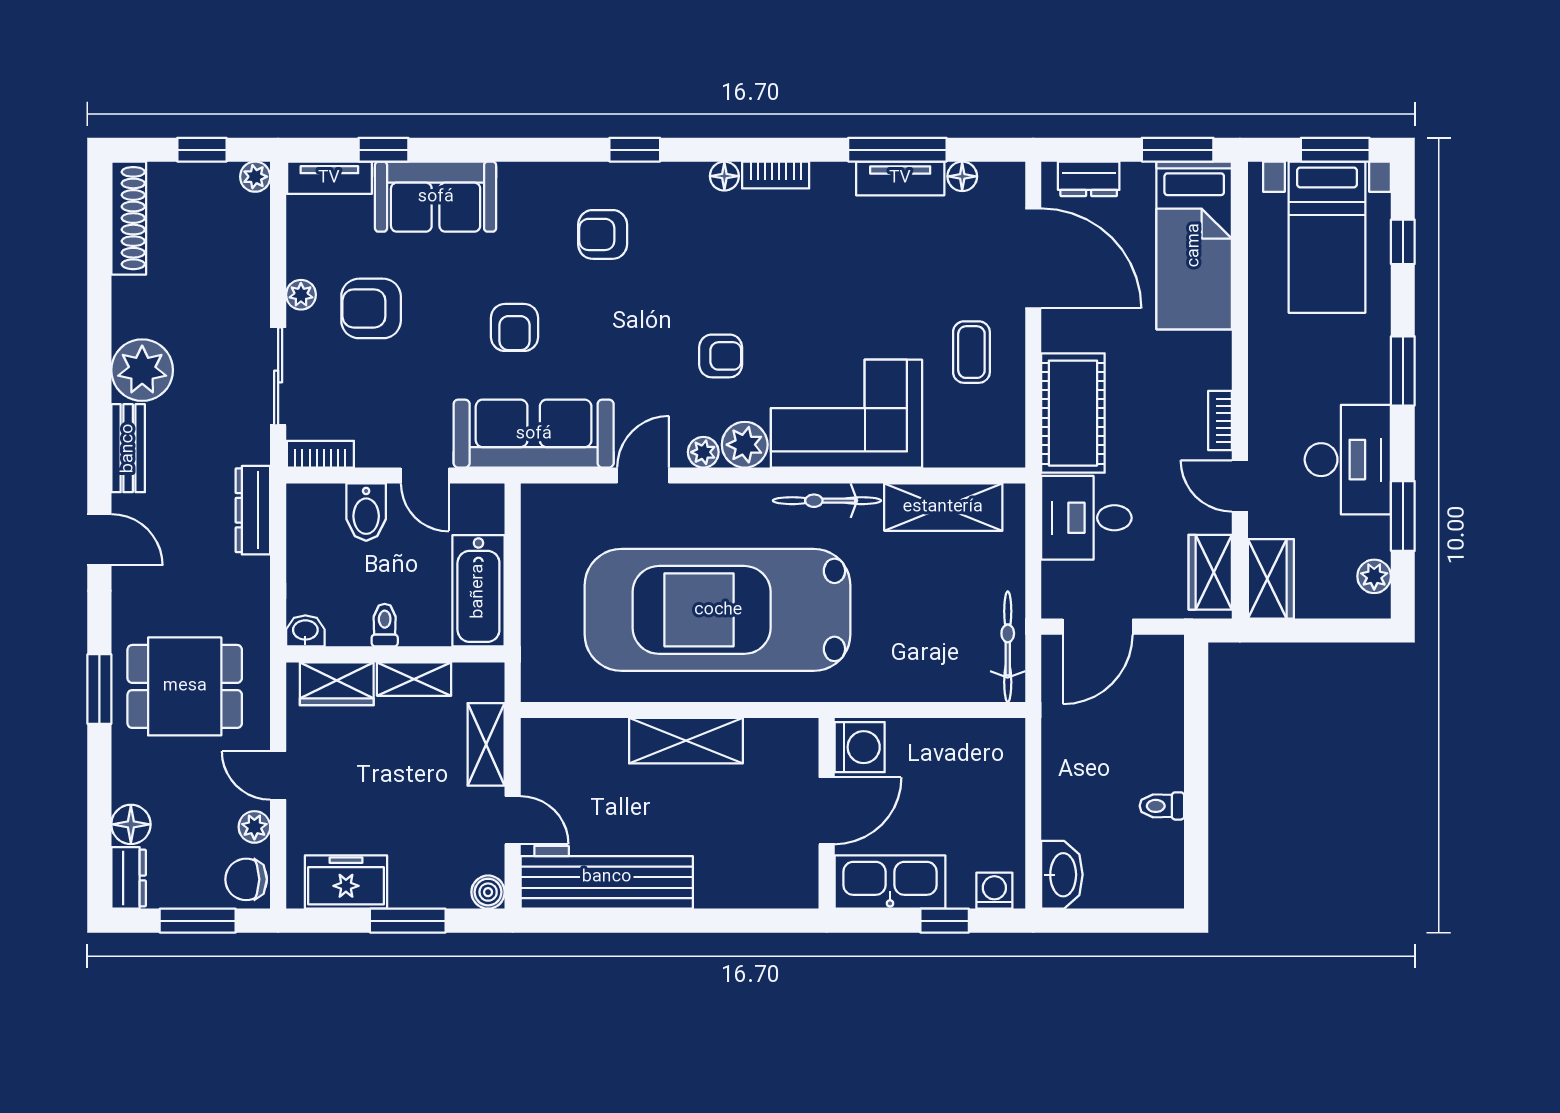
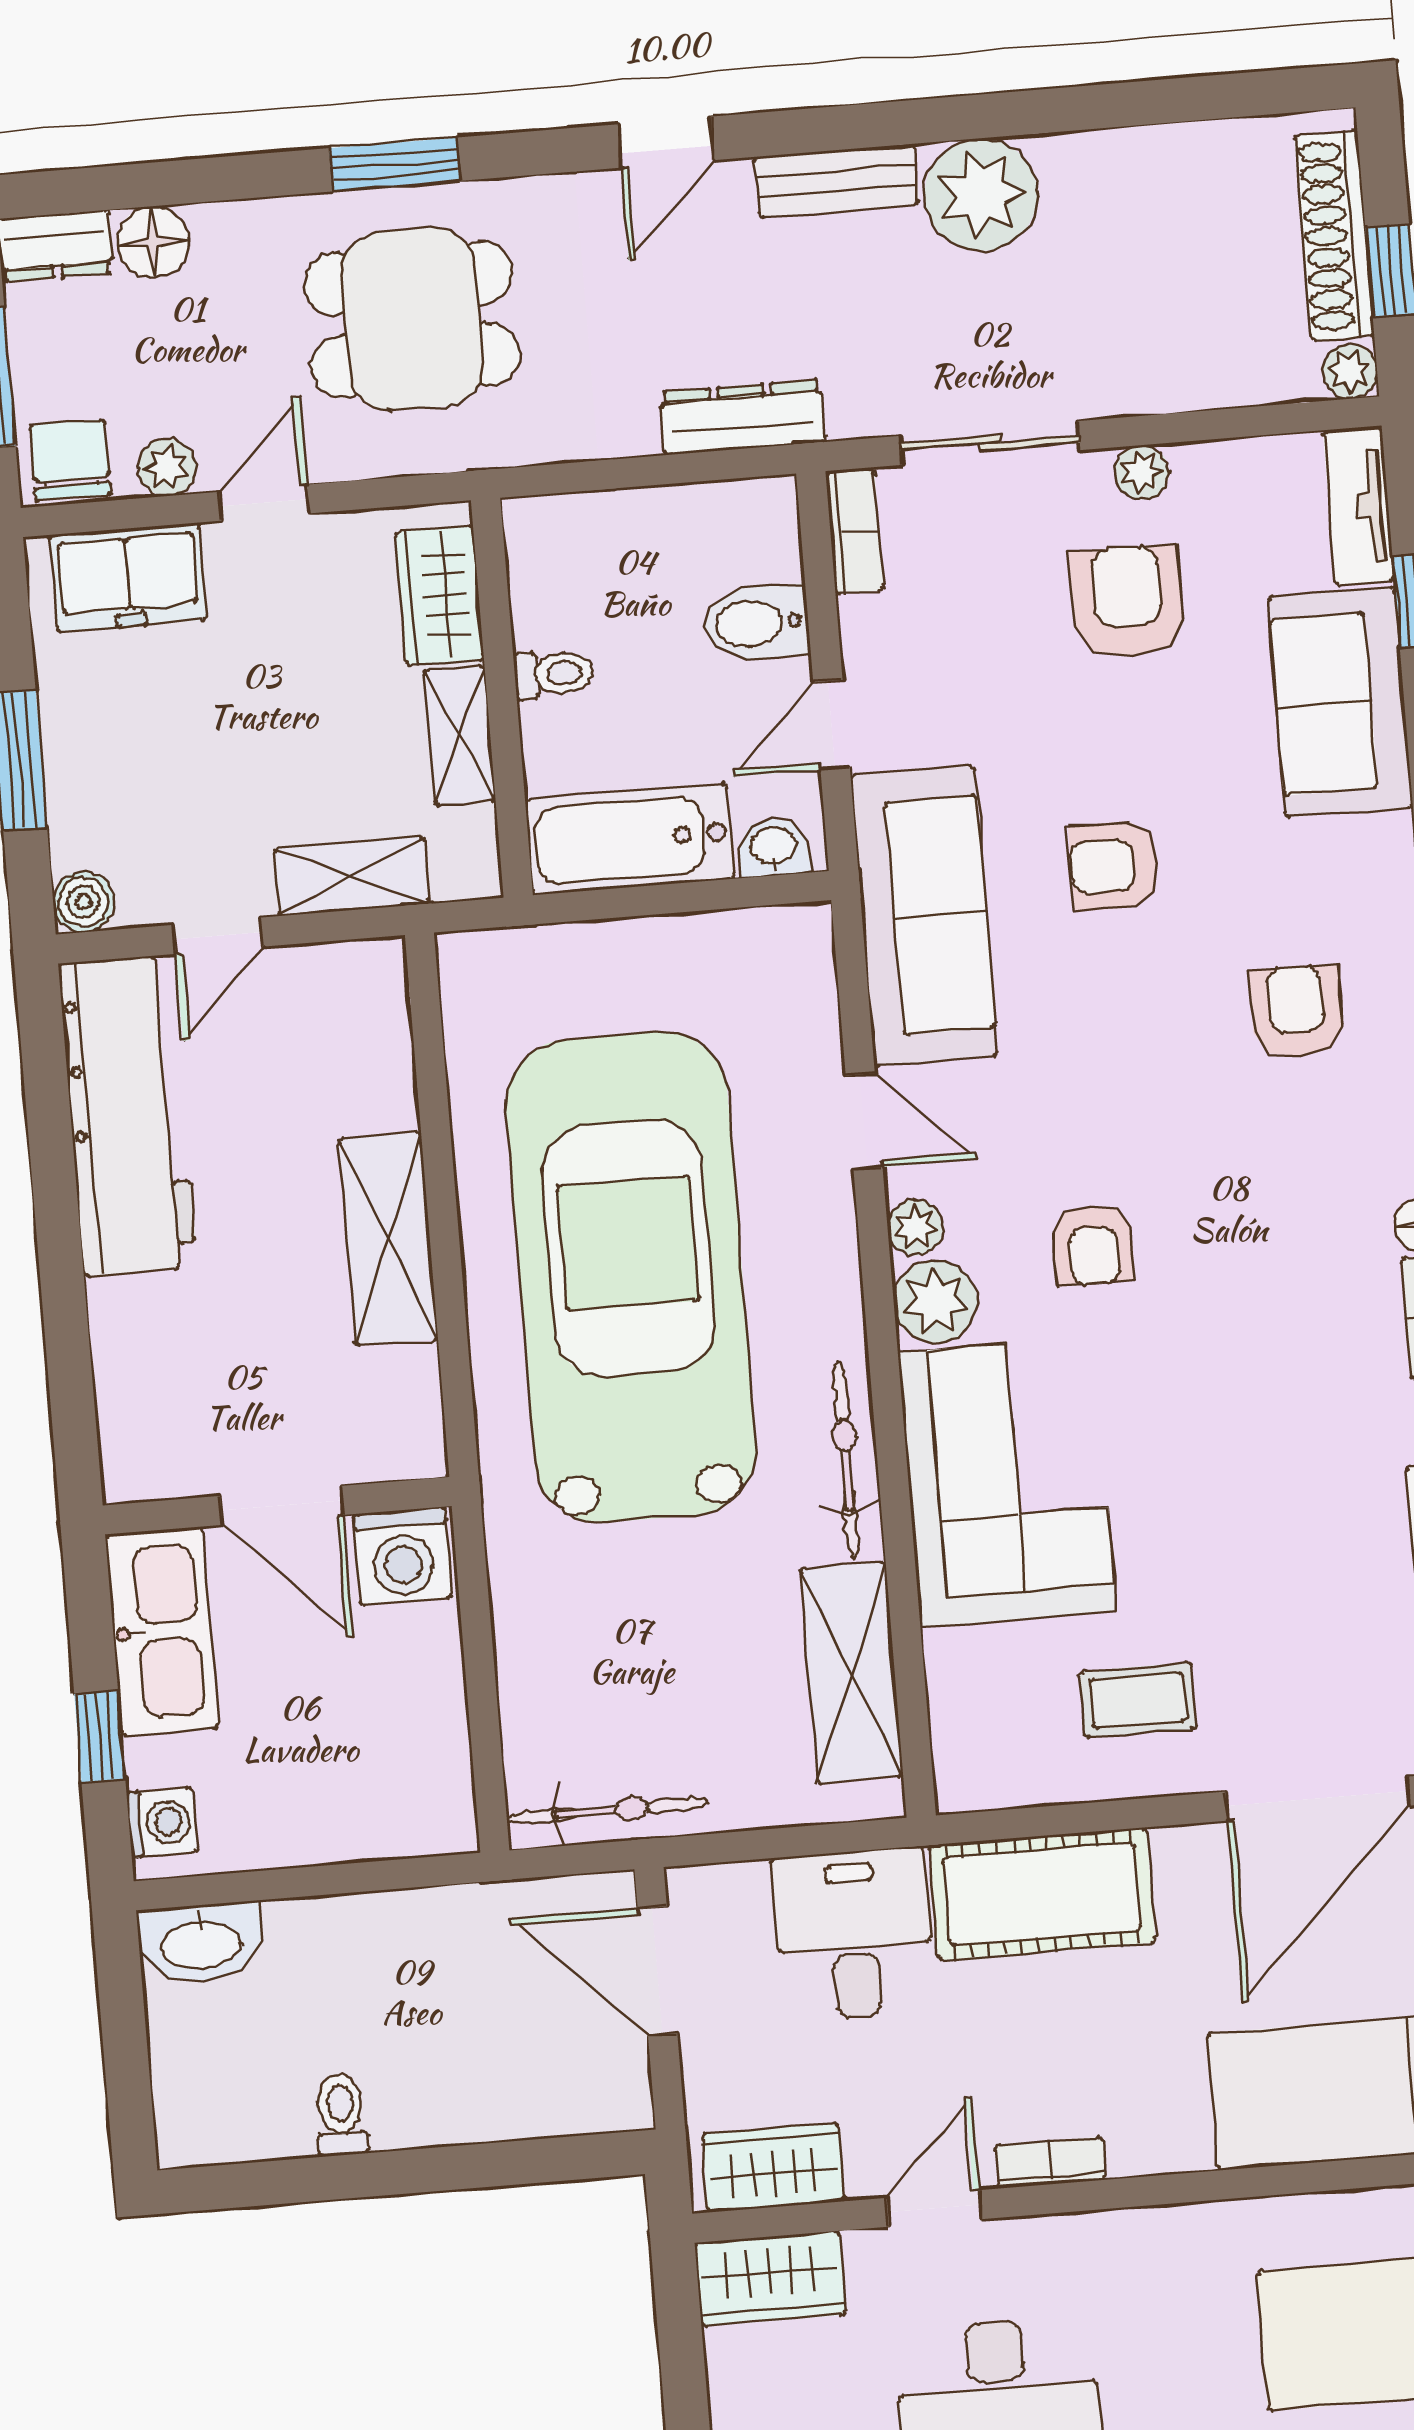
shoe rack: (129, 218) -> (1334, 236), moved, turned 90
washbasin: (305, 631) -> (773, 847), moved, turned -90
dining table: (185, 686) -> (412, 319), turned 90
freezer: (346, 882) -> (128, 577), moved, turned 90

